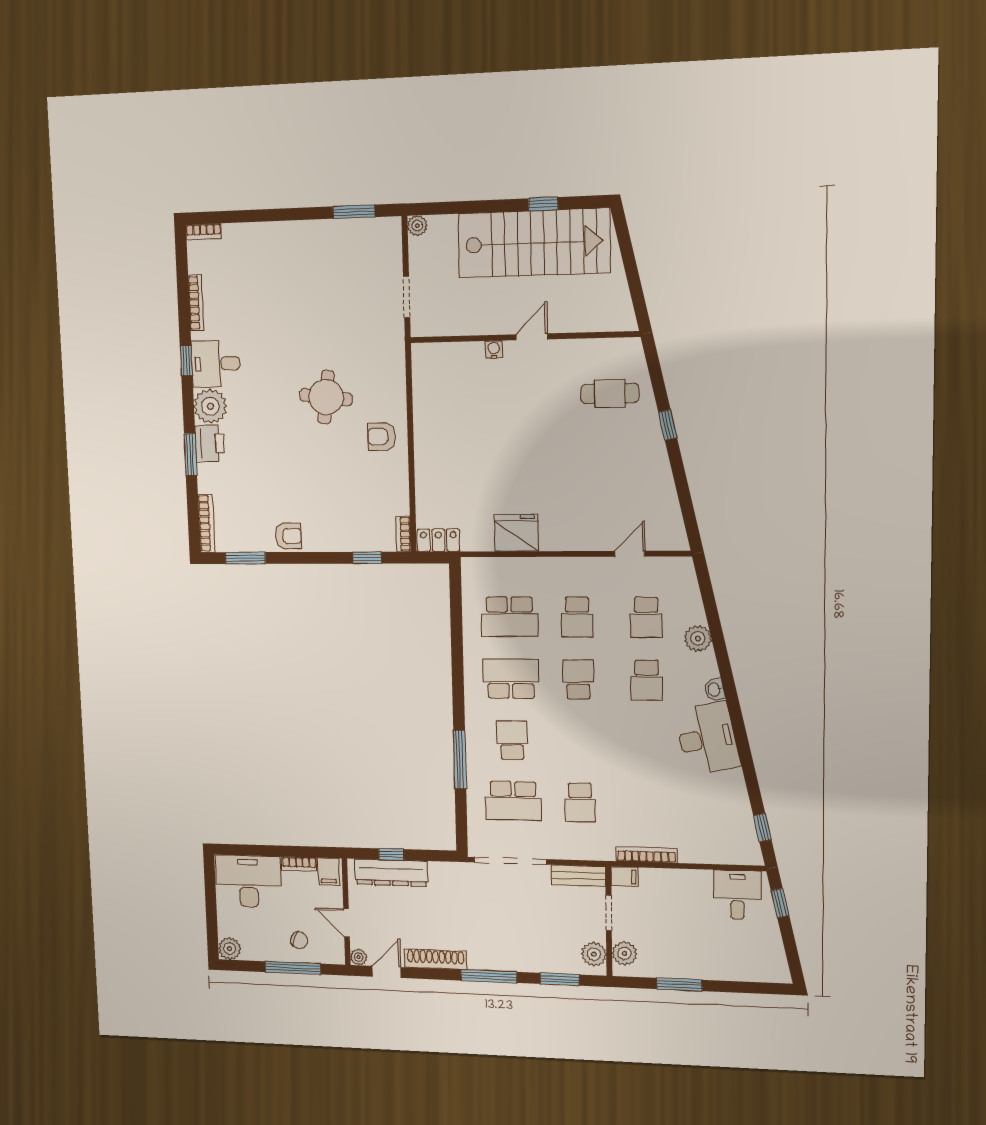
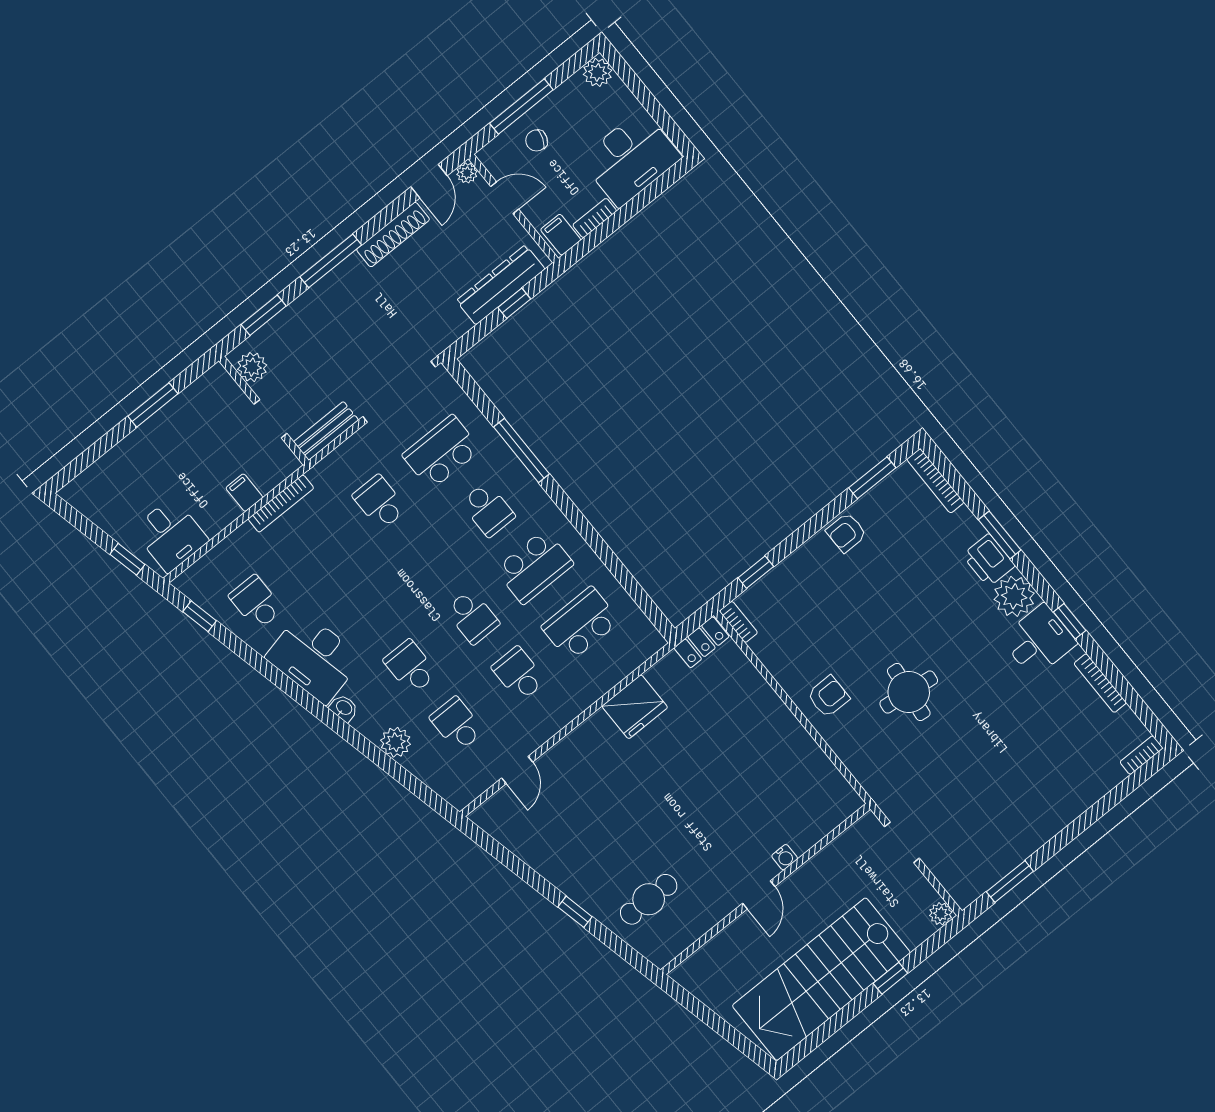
window: (543, 204) -> (890, 978), moved
school desk: (717, 806) -> (256, 603), added
filing cabinet: (624, 877) -> (244, 493), moved, turned 90
plant: (624, 953) -> (225, 392), removed

